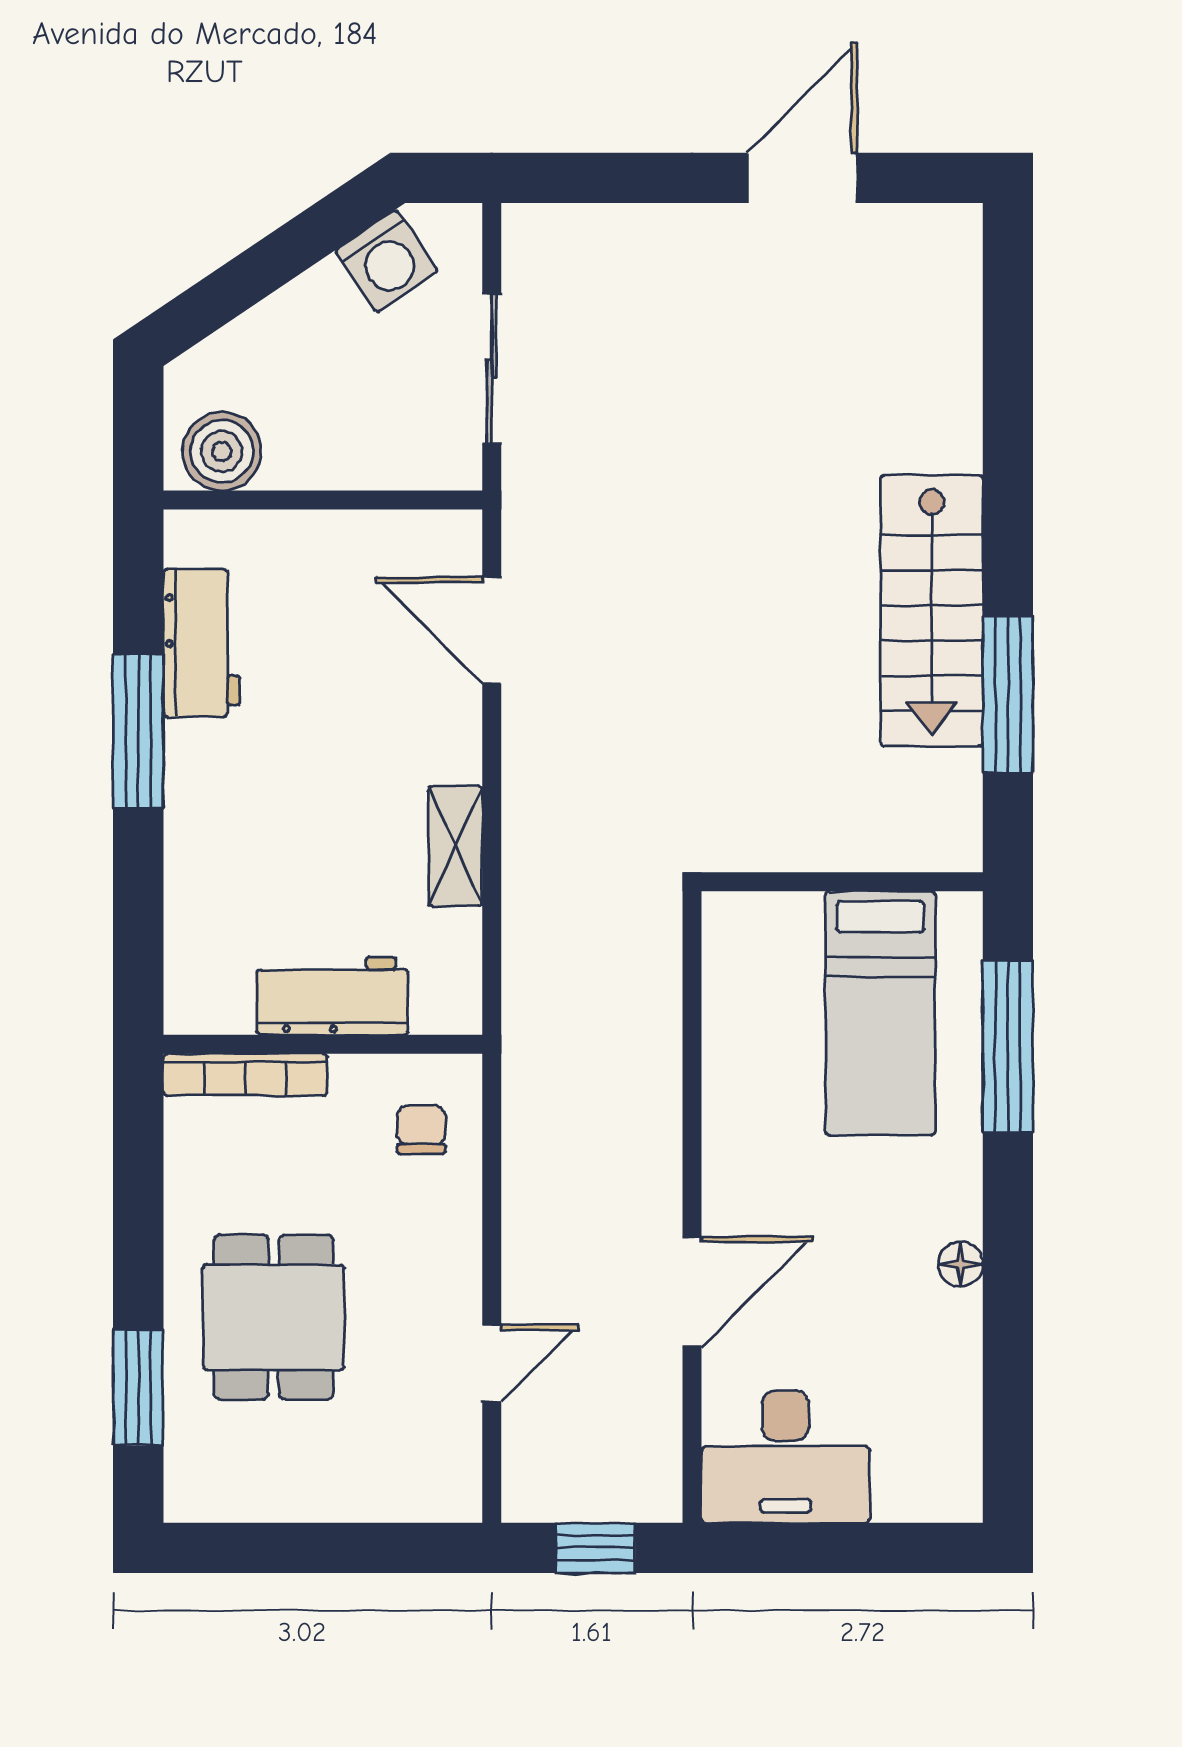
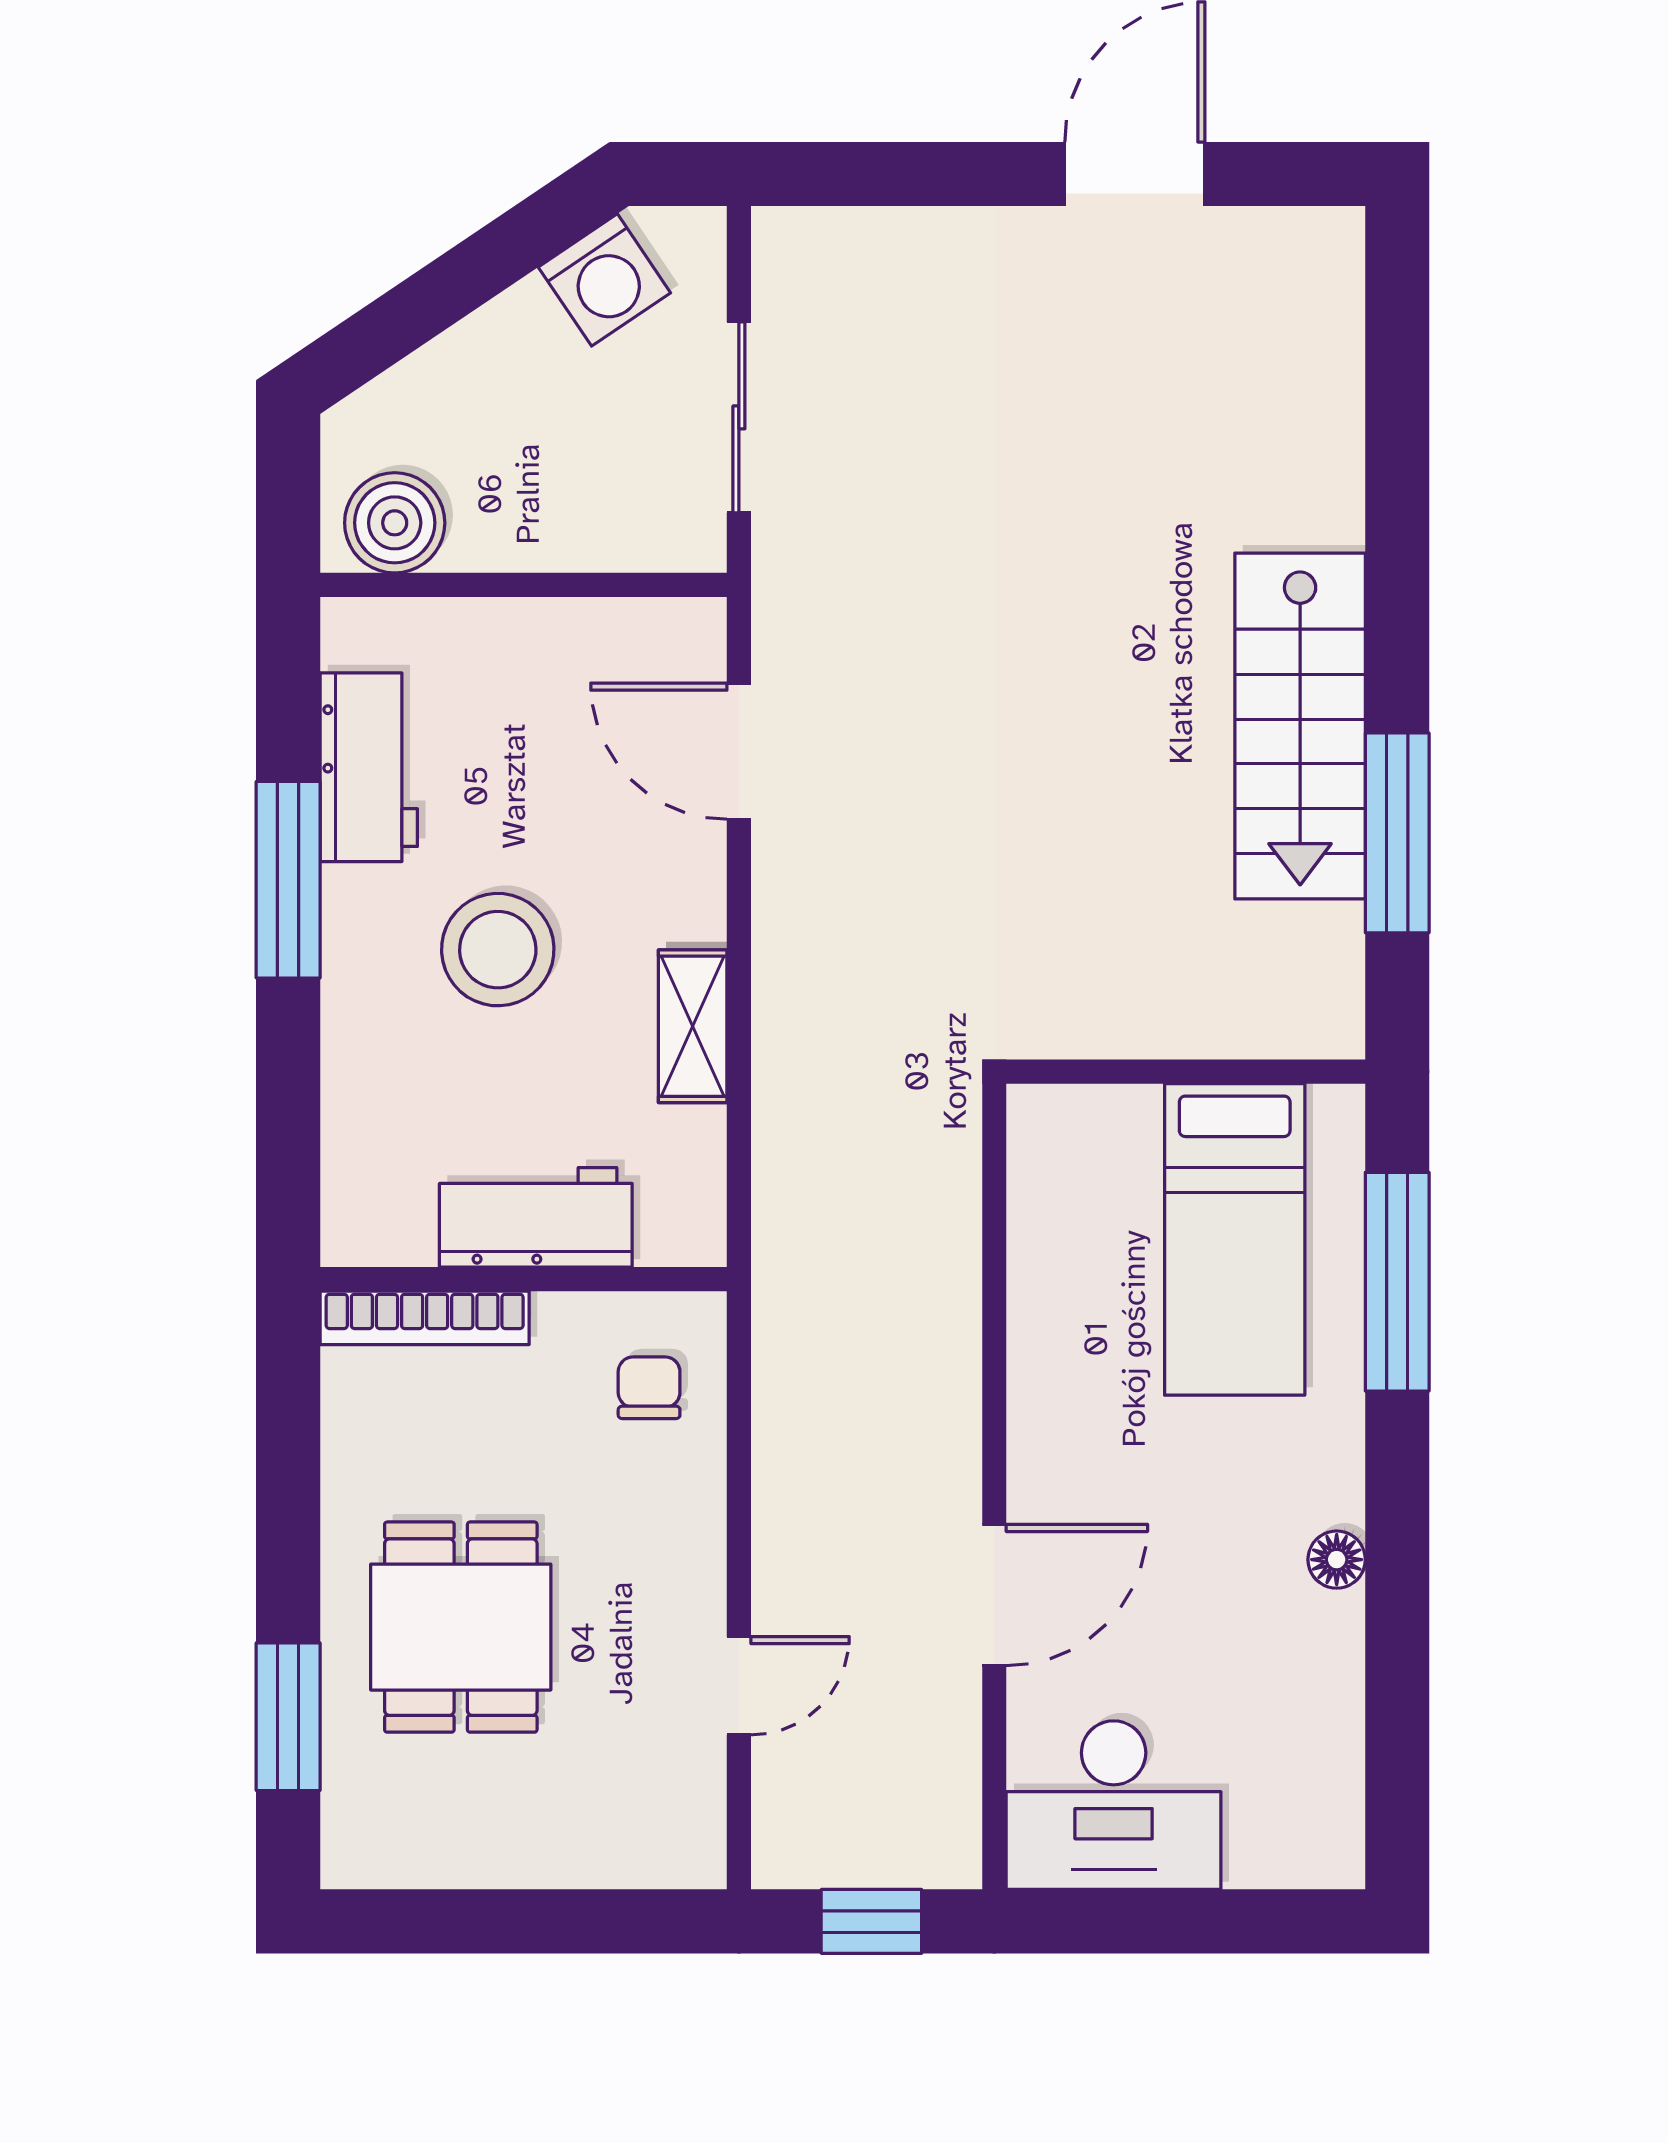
stool: (303, 786) -> (498, 950), added

